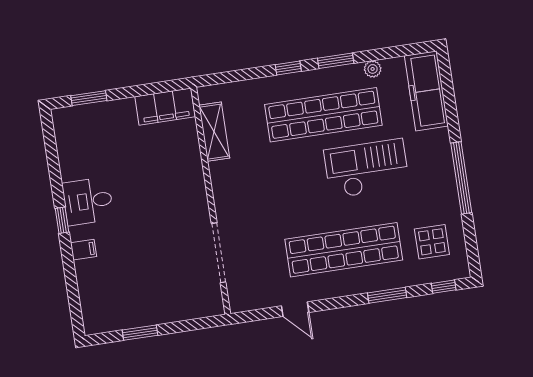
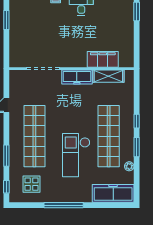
filing cabinet: (165, 107) -> (103, 59), moved, turned 90
checkout: (367, 169) -> (76, 155), turned 180
freezer: (224, 189) -> (77, 77), added

